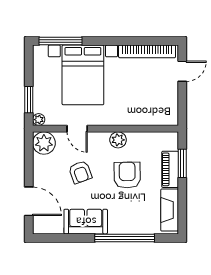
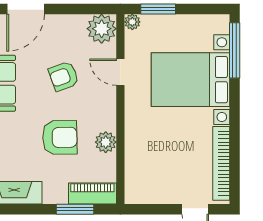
door: (77, 129) -> (120, 72), hinge flipped
plant: (118, 140) -> (106, 142), moved
piano: (170, 169) -> (92, 194), moved

